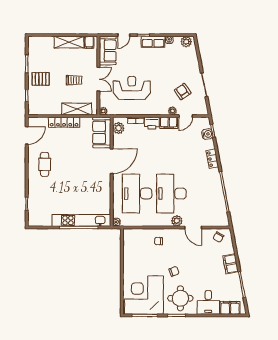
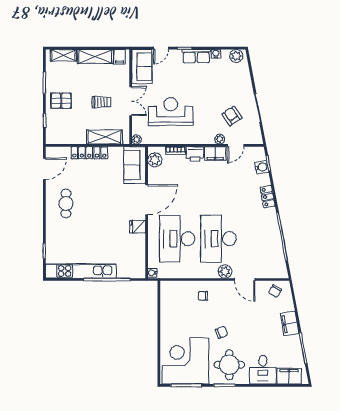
shelving: (43, 41) -> (63, 55), added
fridge: (104, 184) -> (138, 227), added
kitchen unit: (81, 220) -> (81, 271), moved

